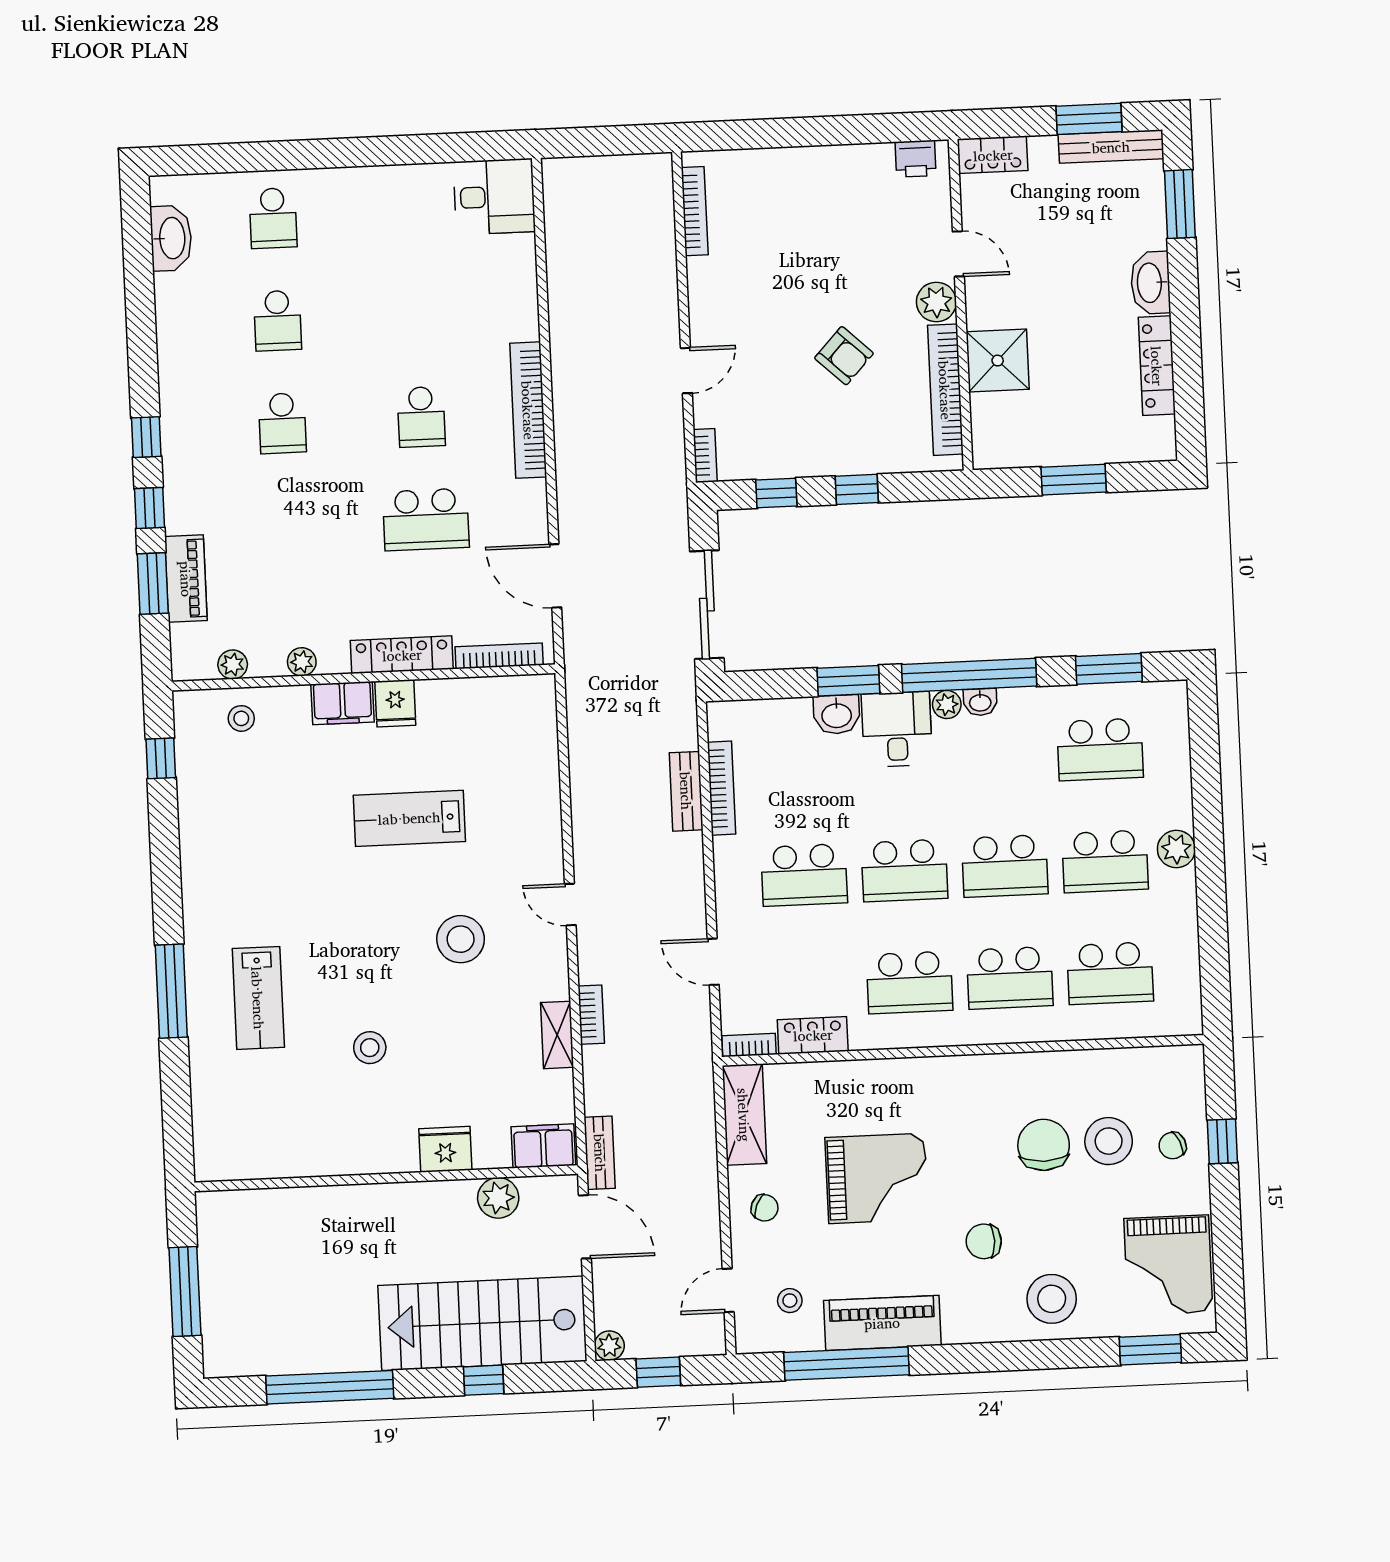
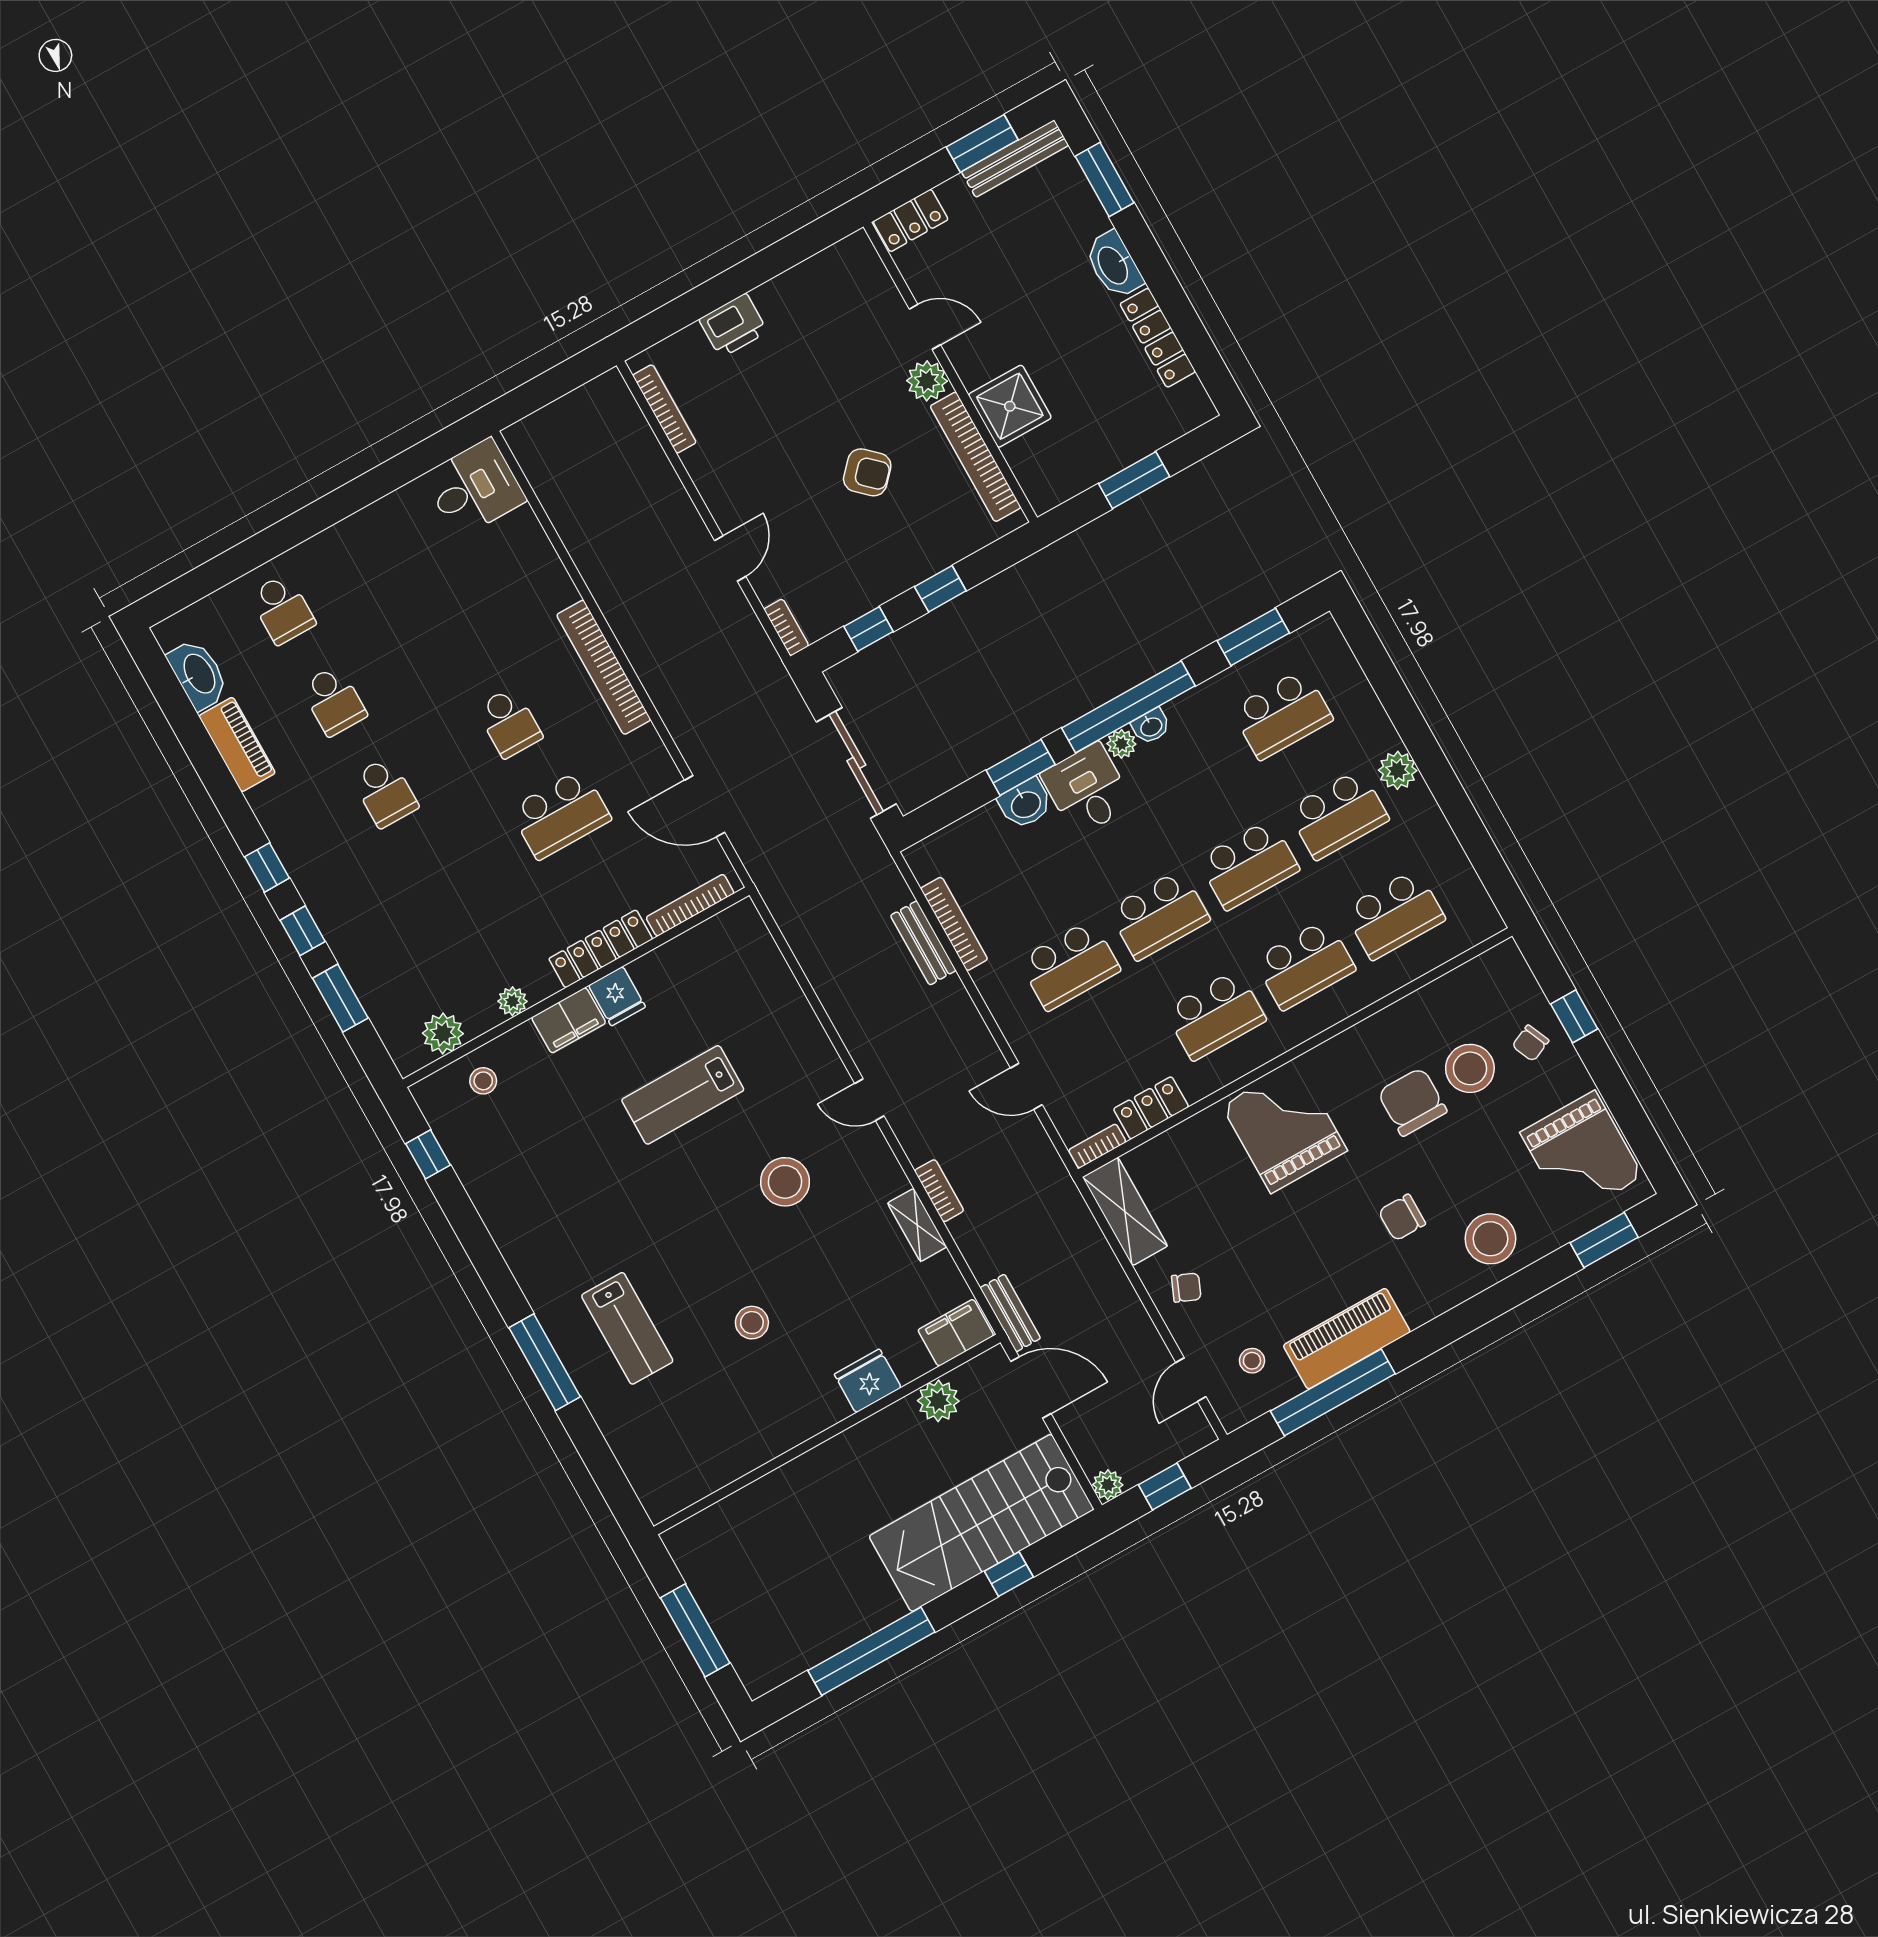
printer: (916, 159) -> (733, 326), moved, width x1.36, depth x1.24
piano: (186, 579) -> (237, 744), moved
plant: (233, 665) -> (443, 1033), width x1.38, depth x1.38
grand piano: (877, 1178) -> (1284, 1128), moved, turned -90

